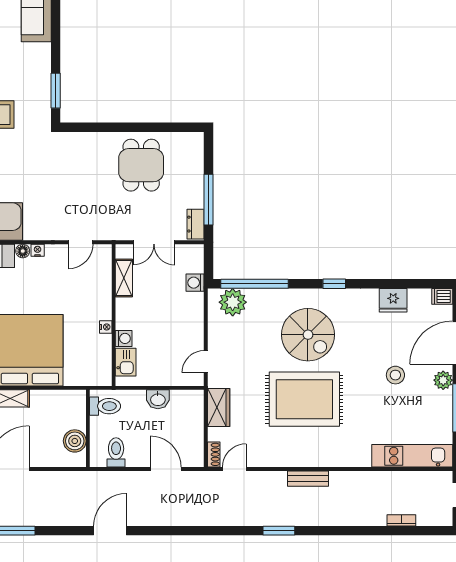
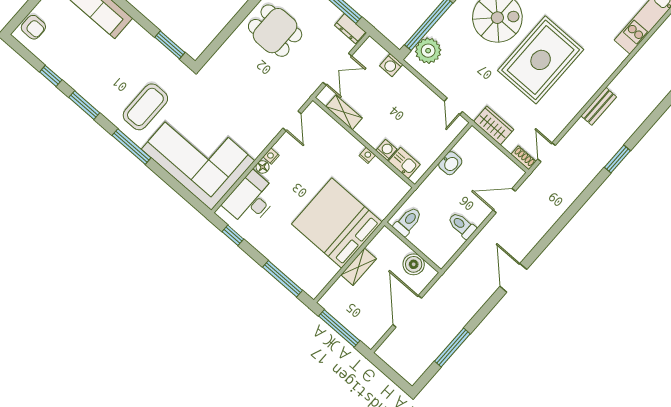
toilet: (105, 406) -> (408, 221), moved
wall: (88, 428) -> (413, 247), moved
boiler: (75, 441) -> (414, 264), moved

